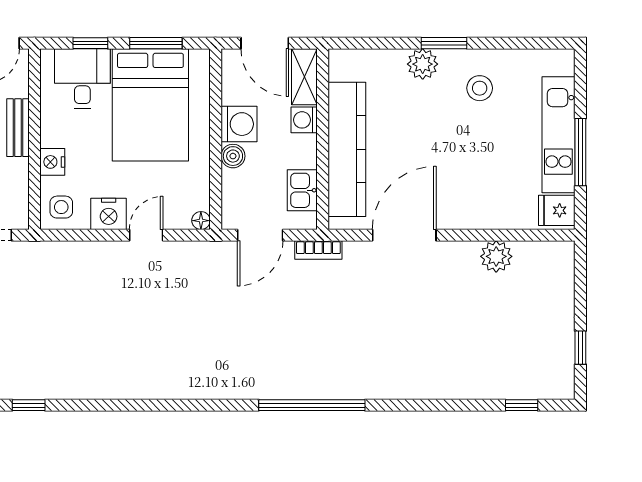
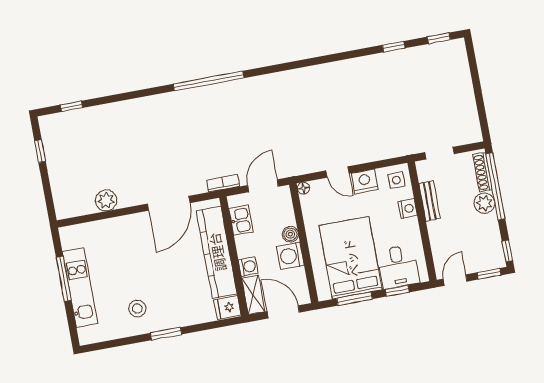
plant: (423, 64) -> (178, 317), removed
bench: (18, 128) -> (430, 201), moved
fridge: (557, 210) -> (227, 308), moved, turned 180
door: (146, 235) -> (338, 172), hinge flipped

